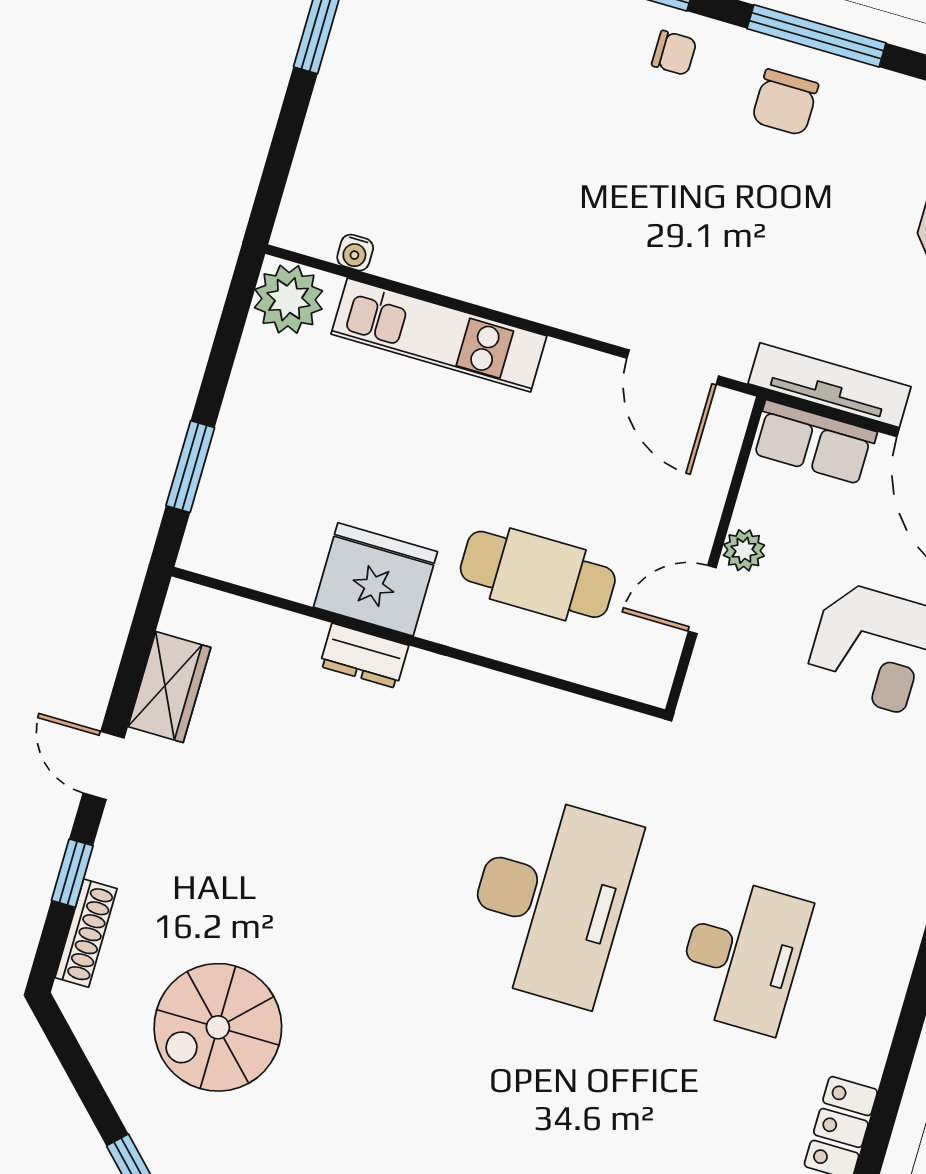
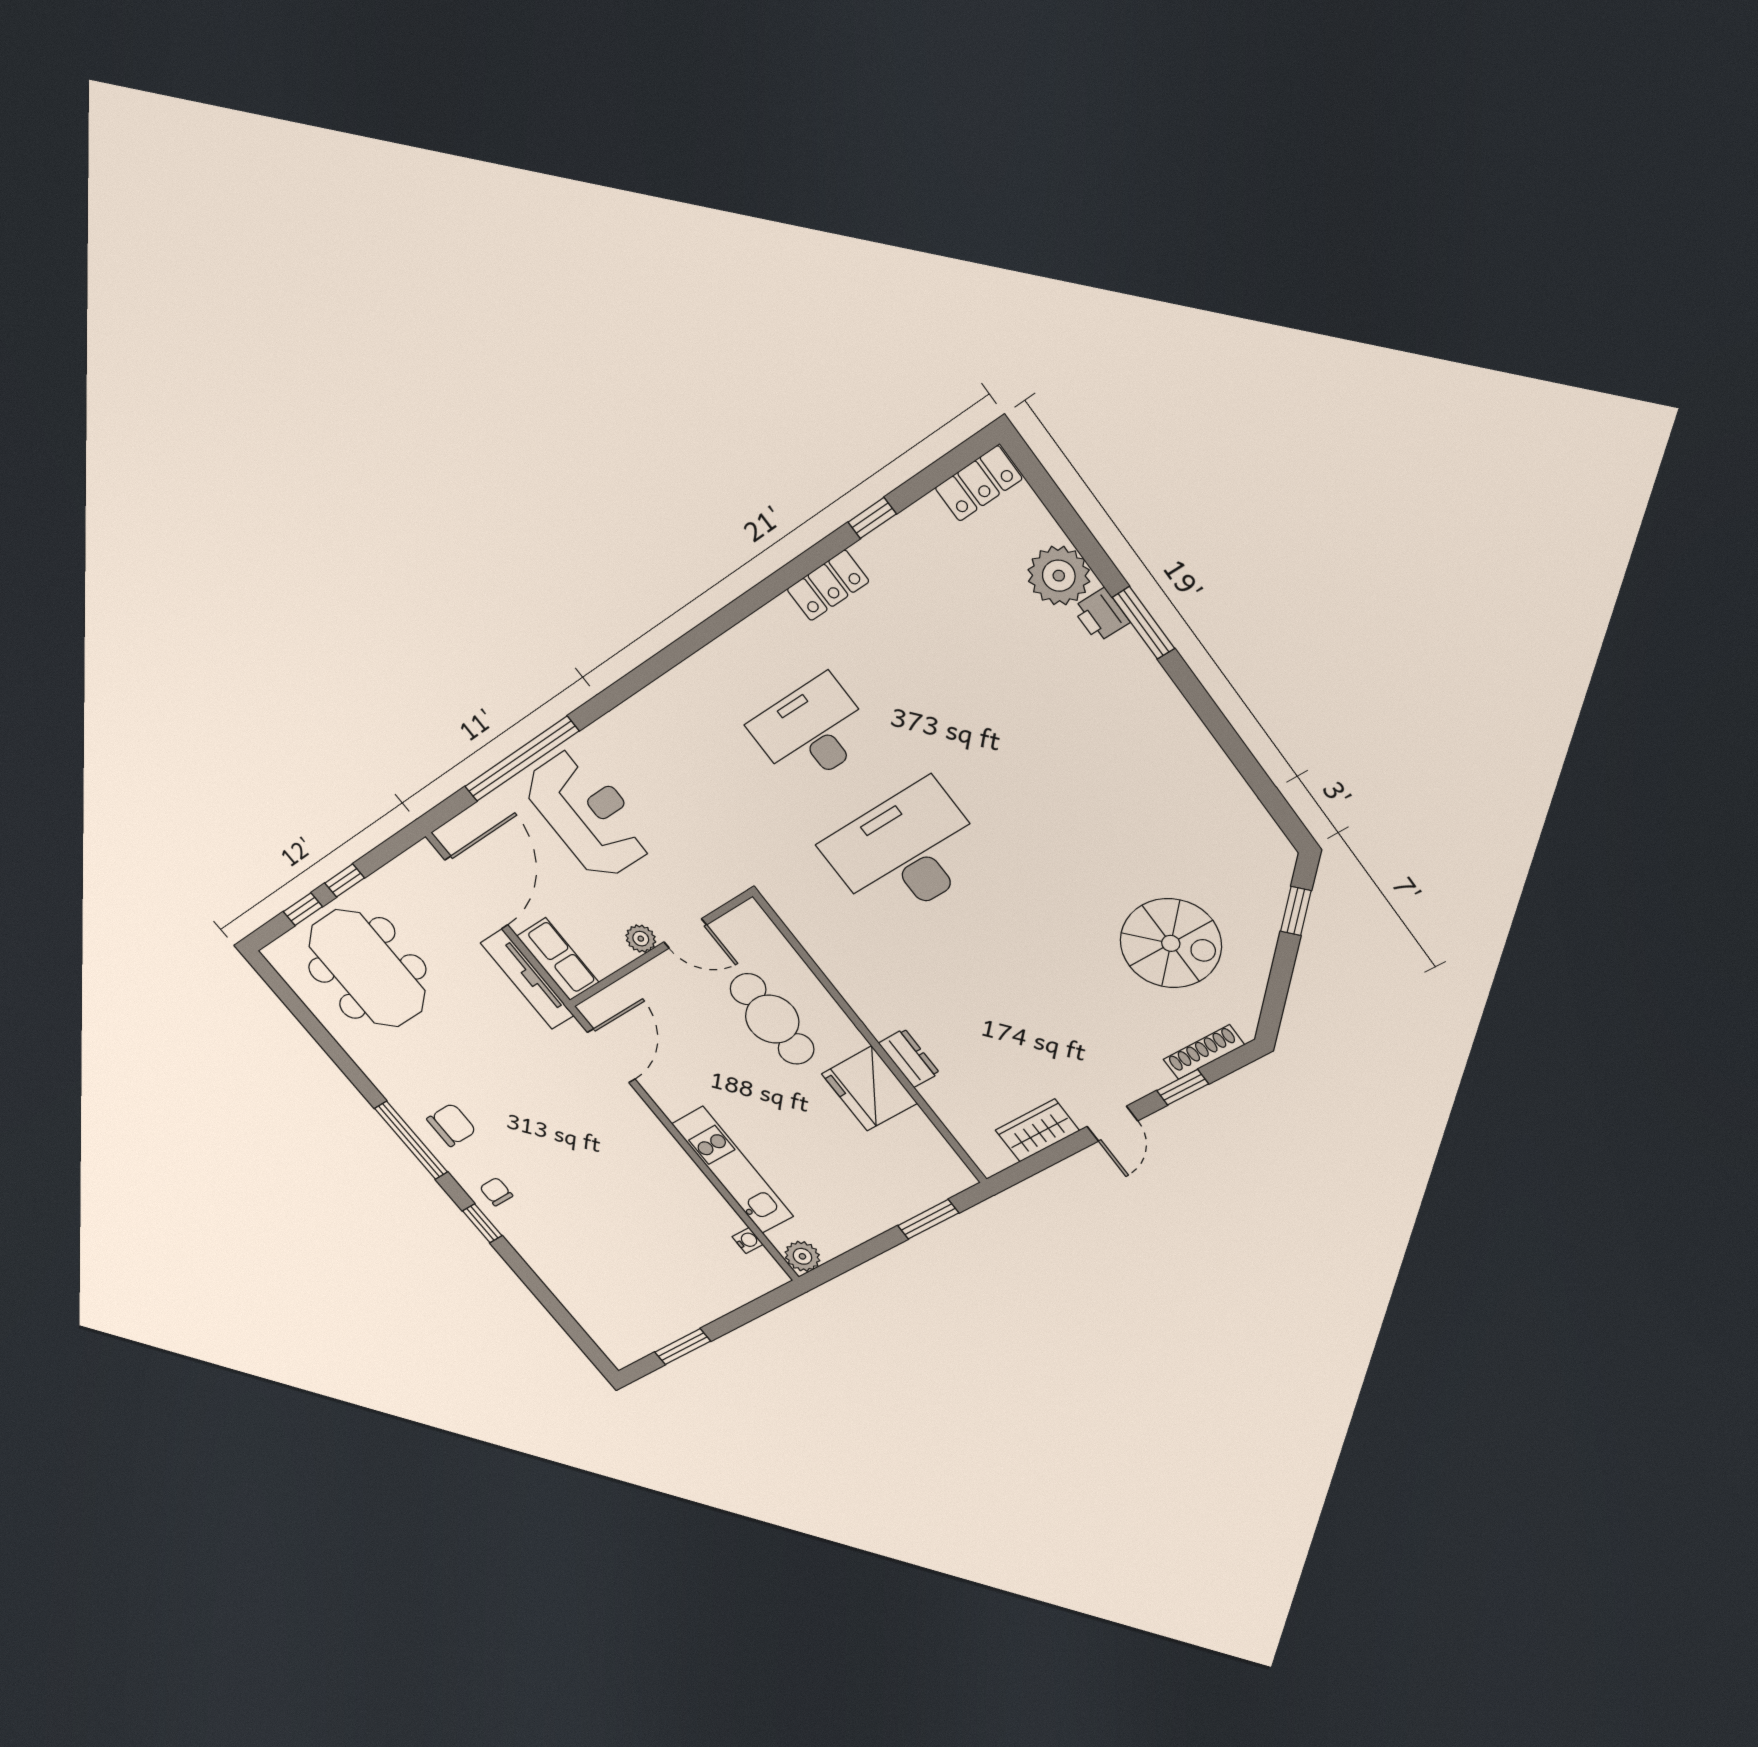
plant: (288, 299) -> (802, 1256), width x0.73, depth x0.73

